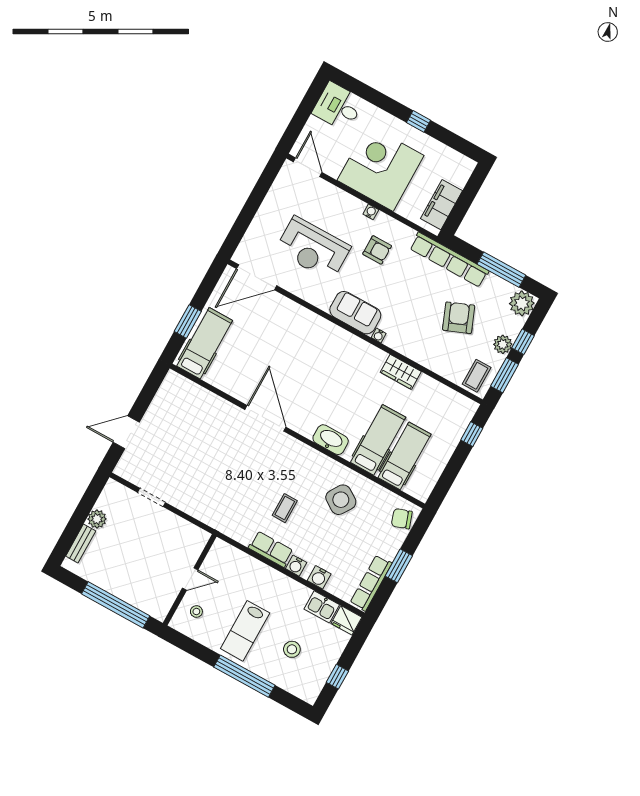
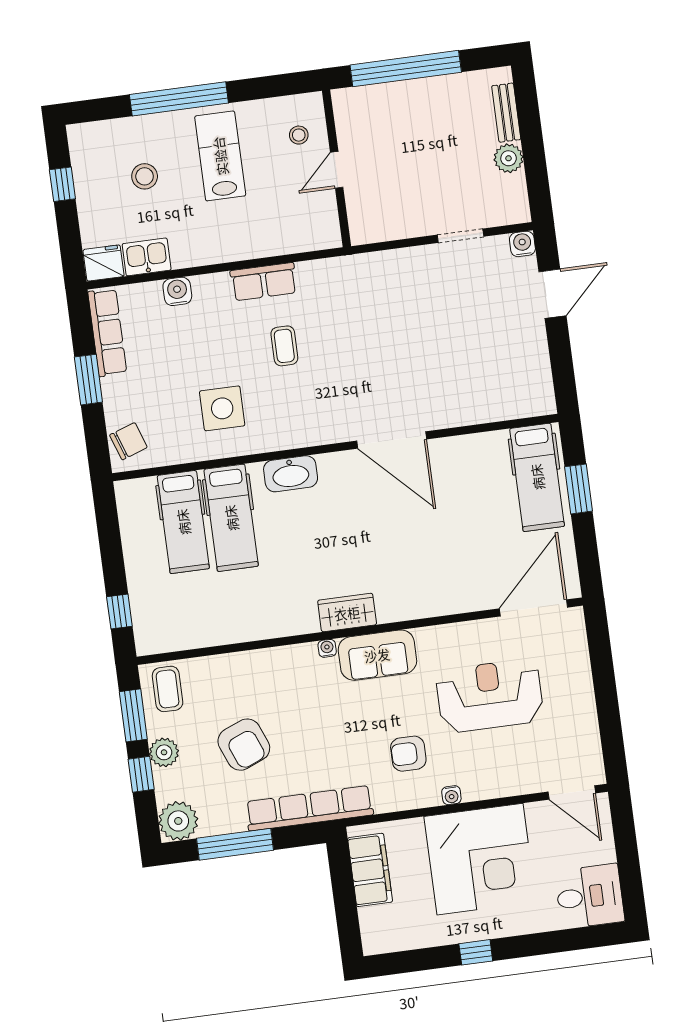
wardrobe: (401, 372) -> (347, 613), moved
side table: (341, 500) -> (222, 408), turned -33
water cooler: (296, 566) -> (522, 244), moved

